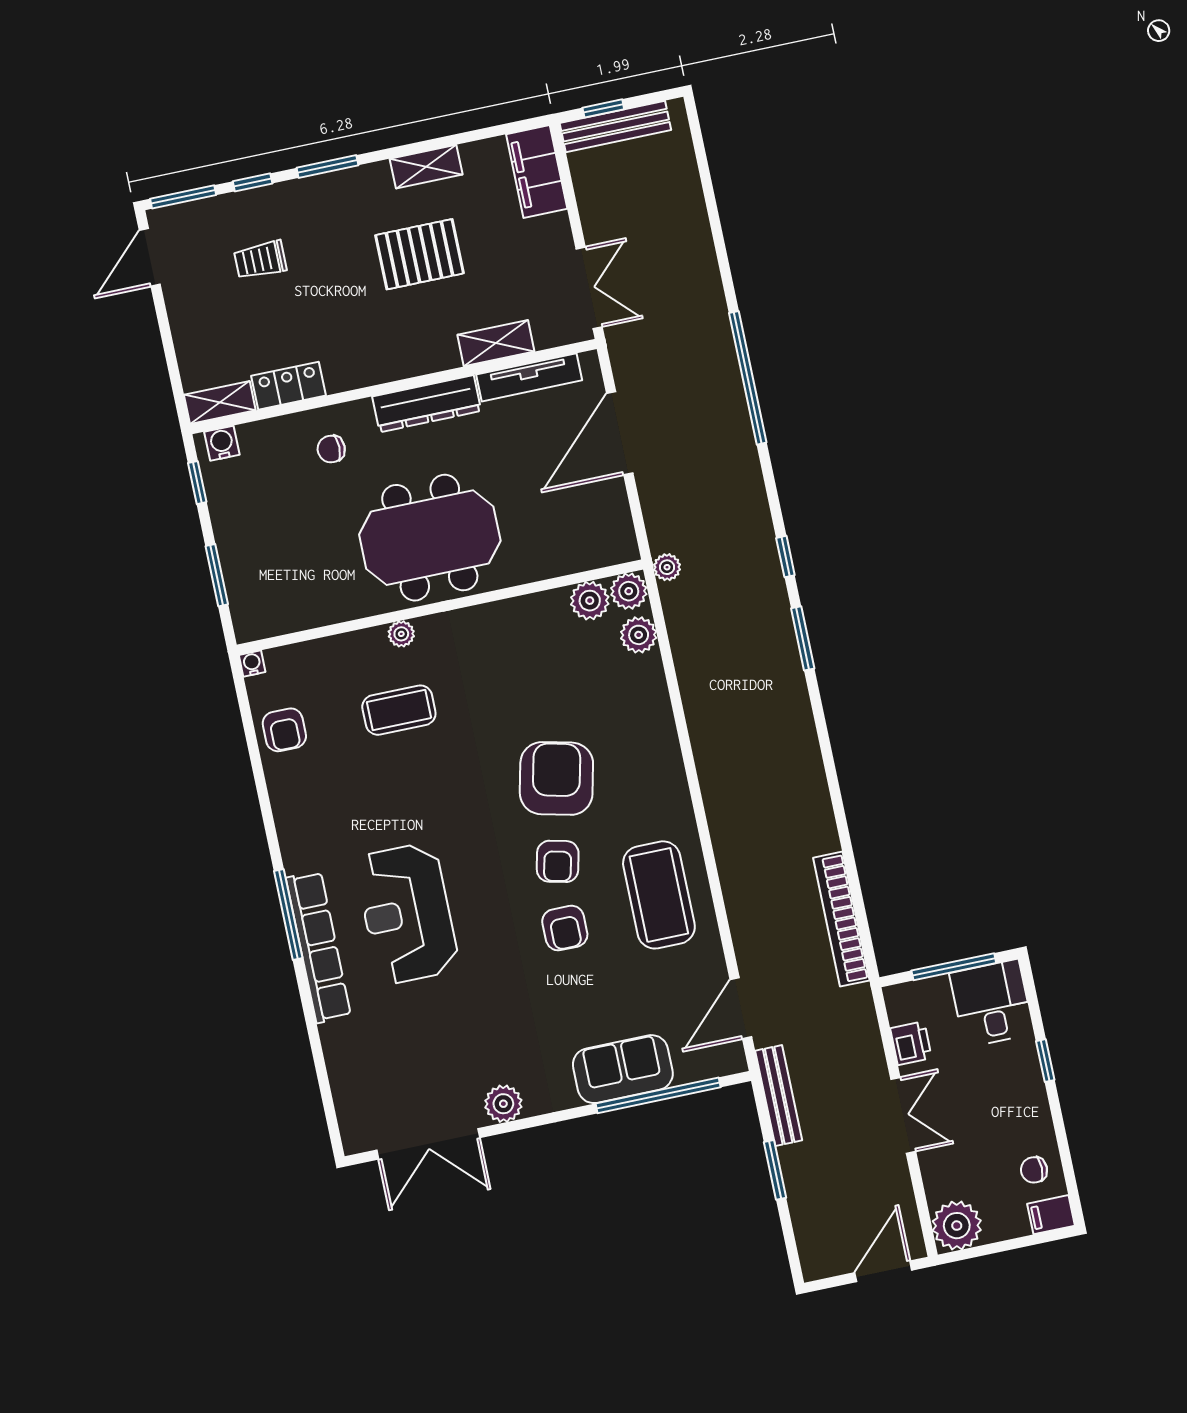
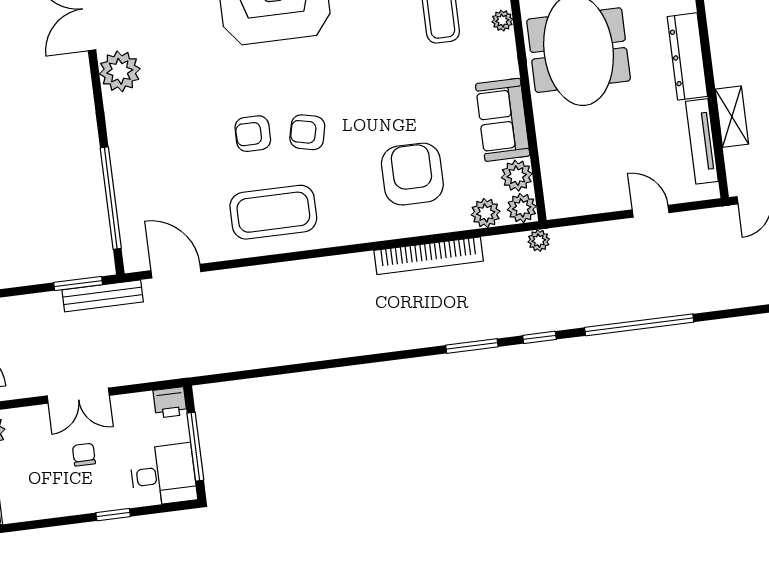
window: (748, 378) -> (639, 325), moved
door: (620, 433) -> (651, 211), width x0.53
armchair: (556, 778) -> (412, 174), moved, turned -103
bookcase: (841, 919) -> (429, 256), moved, turned 180
printer: (911, 1043) -> (170, 402), moved
sofa: (623, 1069) -> (503, 120), moved, turned 180
plant: (503, 1104) -> (120, 71), width x1.36, depth x1.36
window: (775, 1170) -> (78, 284), moved
chair: (1034, 1170) -> (84, 455), moved

